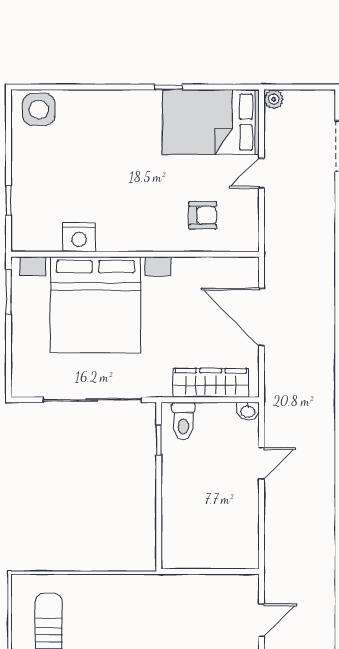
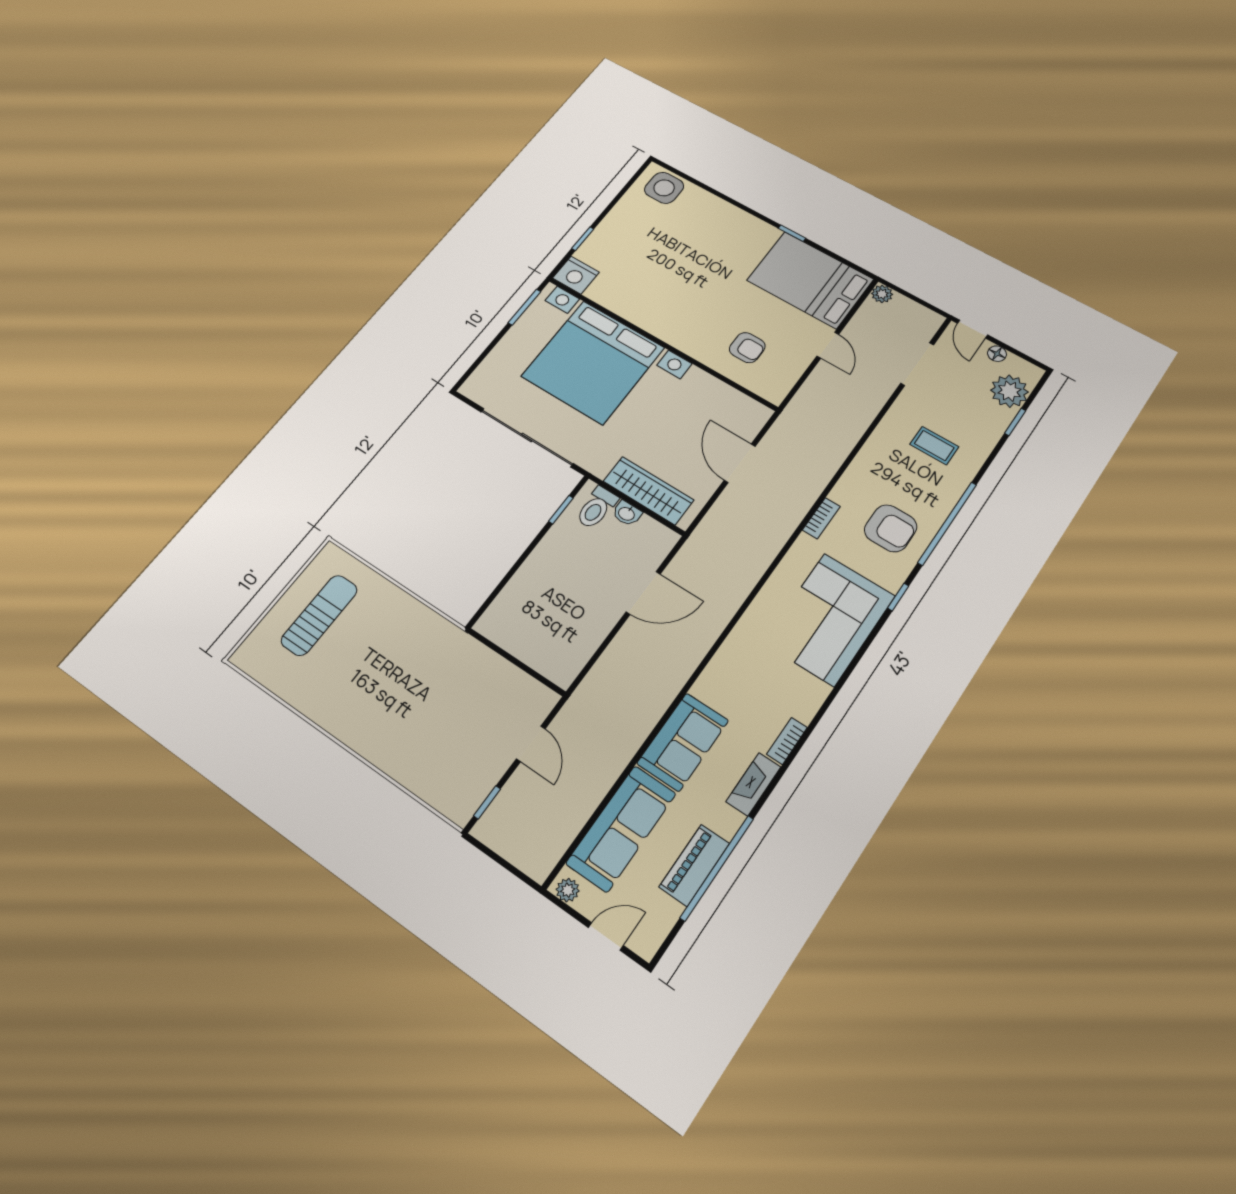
door: (261, 173) -> (828, 345), swing flipped
nightstand: (79, 237) -> (576, 275), moved
door: (261, 317) -> (740, 463), width x0.73
washbasin: (248, 411) -> (627, 513), moved
door: (261, 463) -> (643, 593), width x1.38
door: (261, 620) -> (531, 744), hinge flipped

